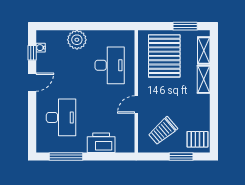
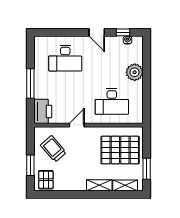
door: (136, 105) -> (77, 125), hinge flipped
printer: (101, 143) -> (43, 111), moved
window: (66, 157) -> (30, 84), moved

